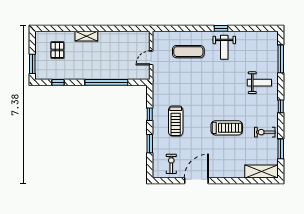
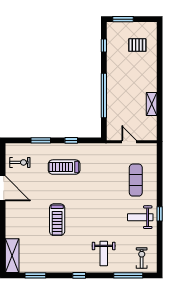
shelving: (86, 36) -> (152, 104), moved
exercise bike: (265, 132) -> (142, 258), moved

